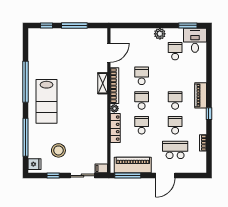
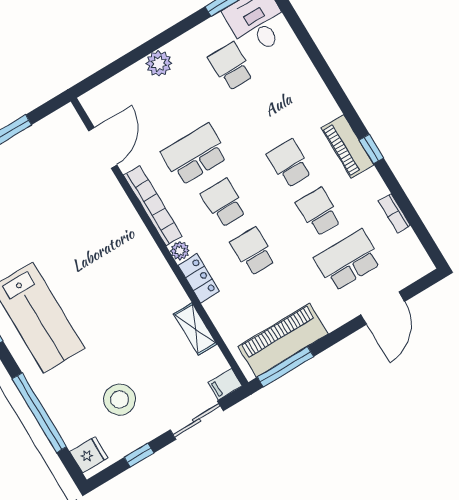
plant: (160, 34) -> (159, 63), moved
school desk: (142, 76) -> (195, 155), width x1.85
shelving: (103, 83) -> (195, 329), moved
piano: (201, 95) -> (348, 146), moved
locker: (115, 128) -> (199, 278), width x0.66
door: (165, 176) -> (383, 308), moved

